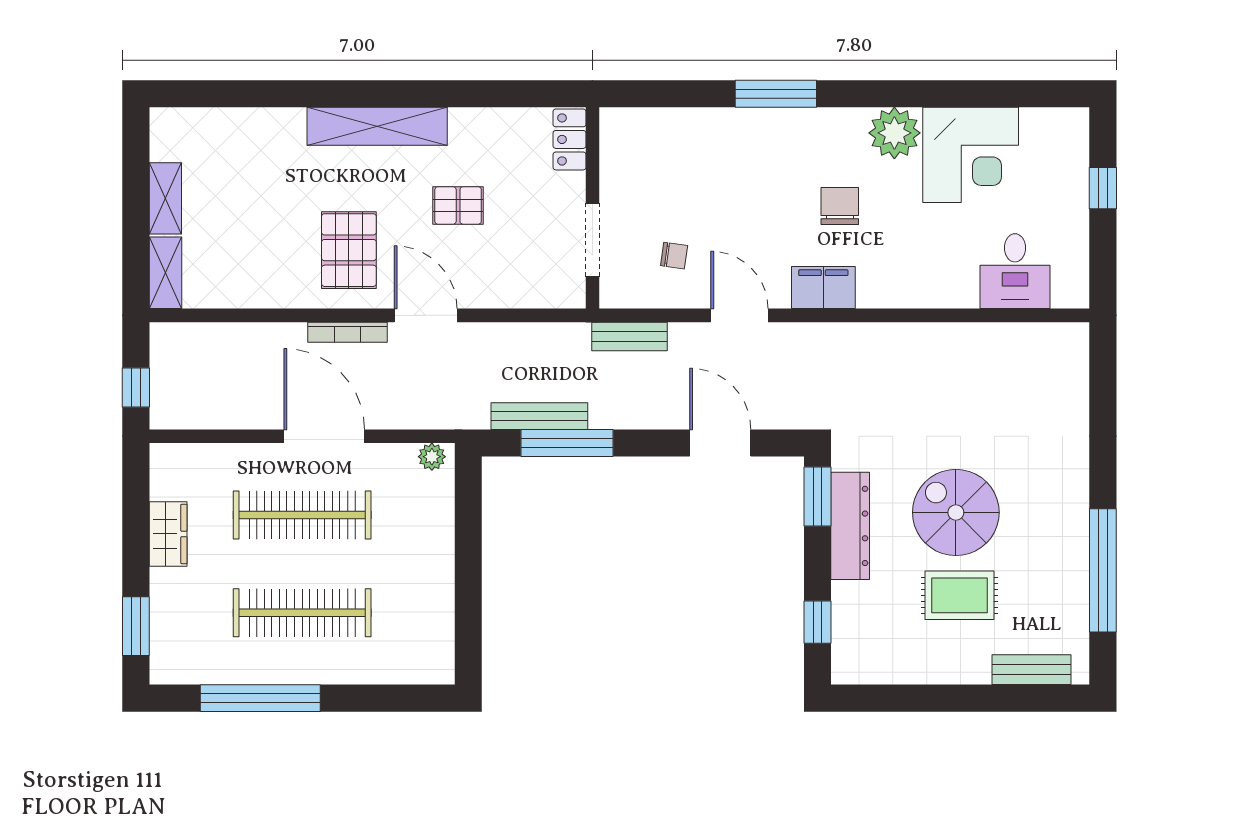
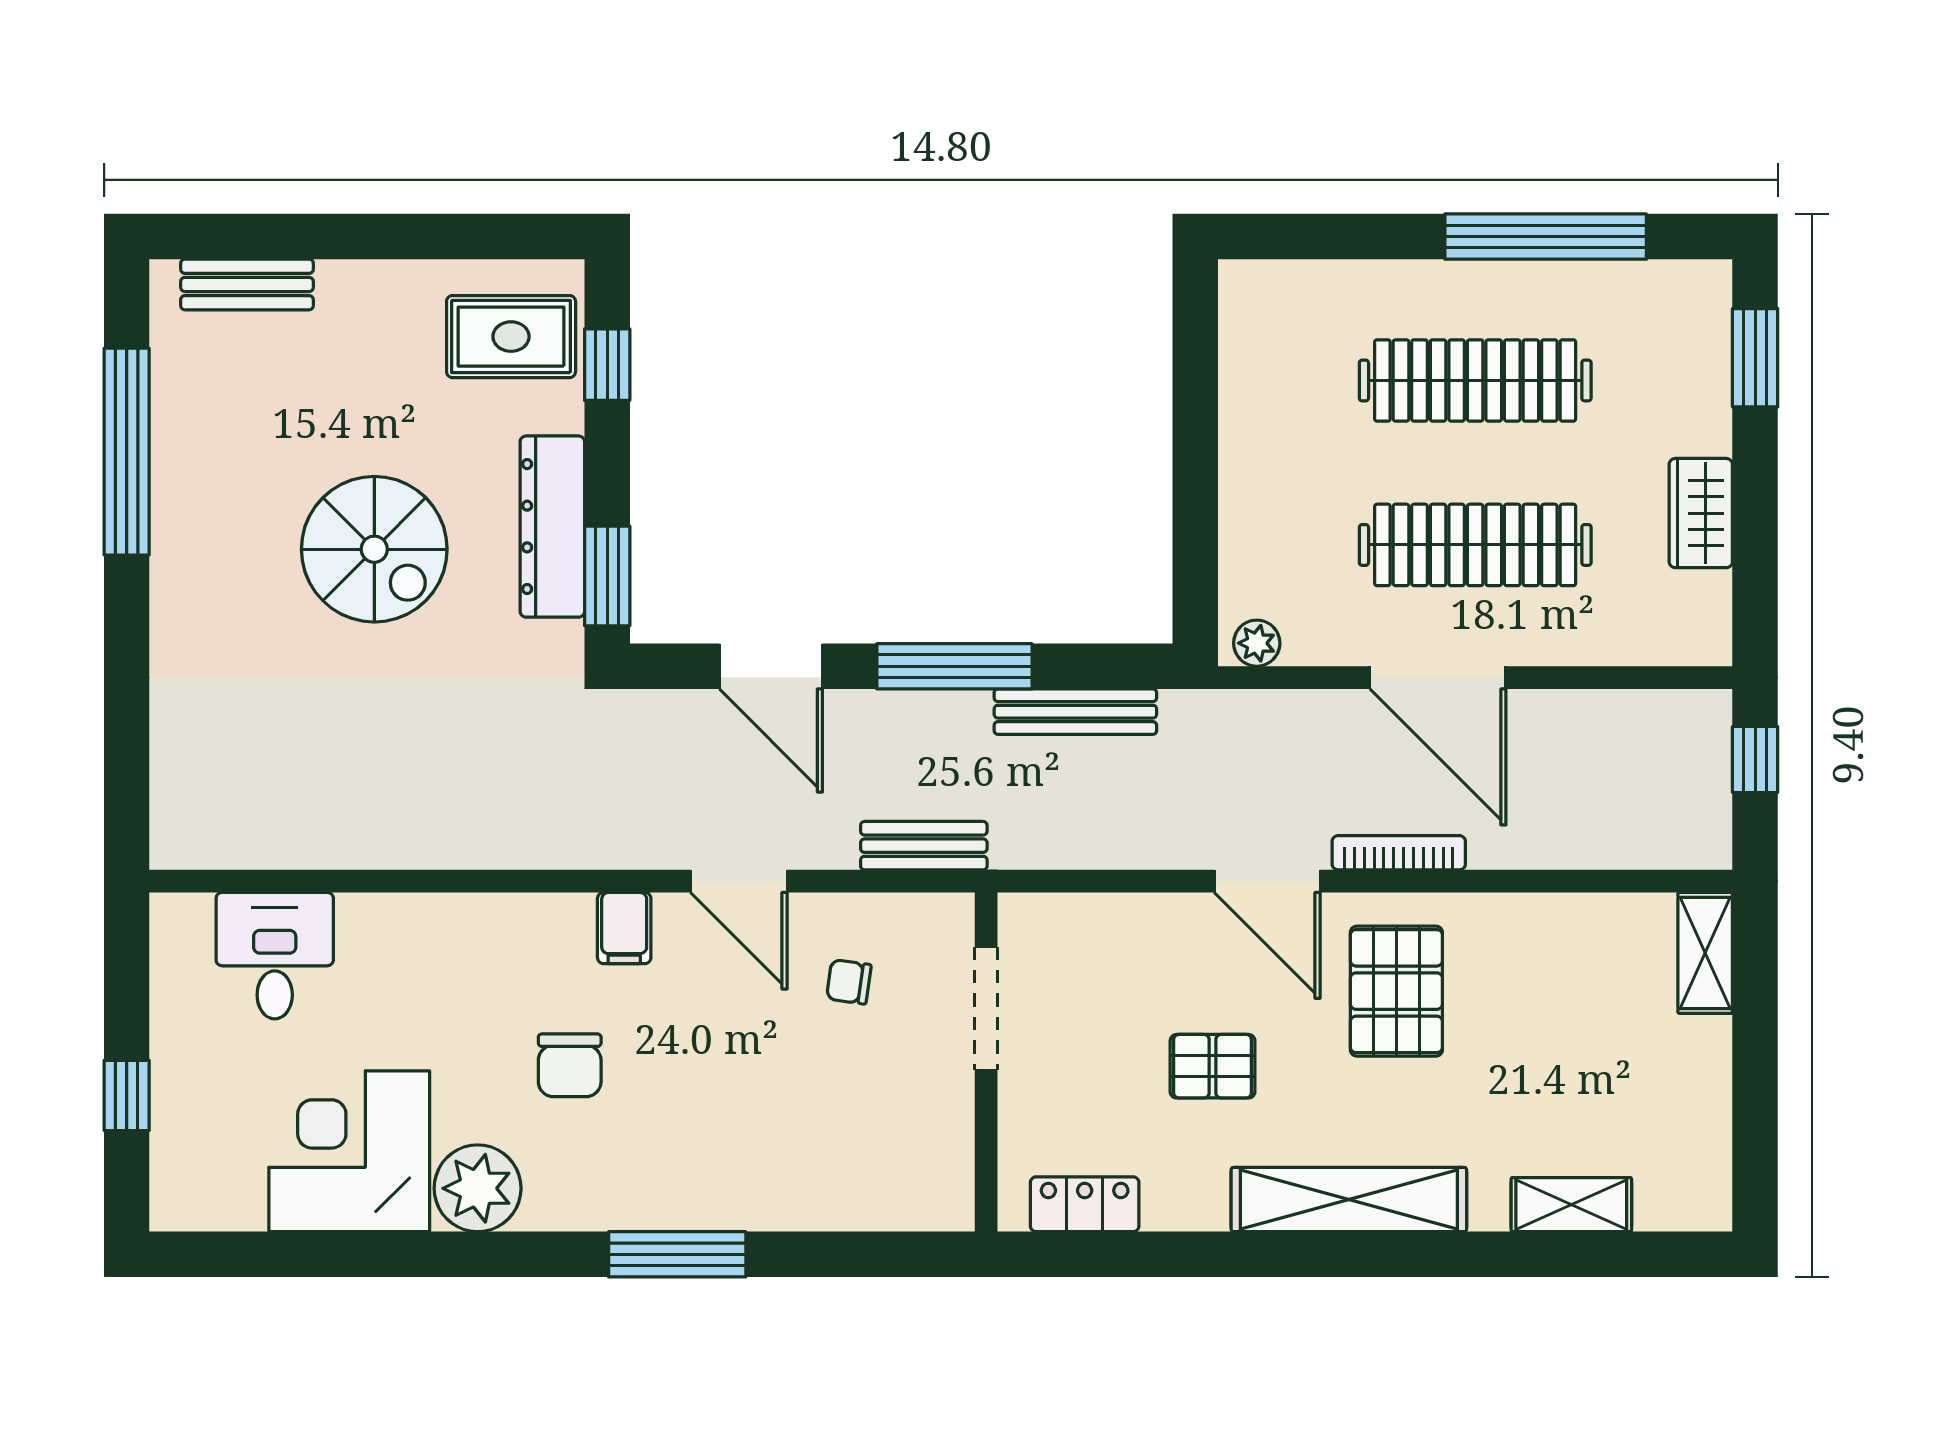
locker: (570, 139) -> (1085, 1204), moved, turned -90
shelving: (165, 198) -> (1571, 1205), moved, turned 90
filing cabinet: (823, 288) -> (624, 928), width x0.50
window: (567, 443) -> (954, 666), moved
rug: (959, 595) -> (511, 337), moved

